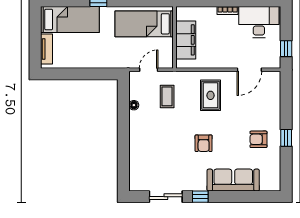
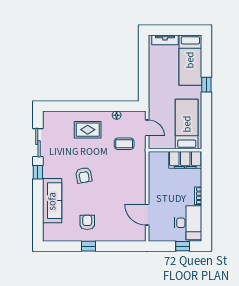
filing cabinet: (186, 40) -> (185, 160), moved
window: (286, 49) -> (183, 246), moved
rug: (210, 95) -> (88, 130), moved
armchair: (204, 143) -> (84, 175), turned -100

